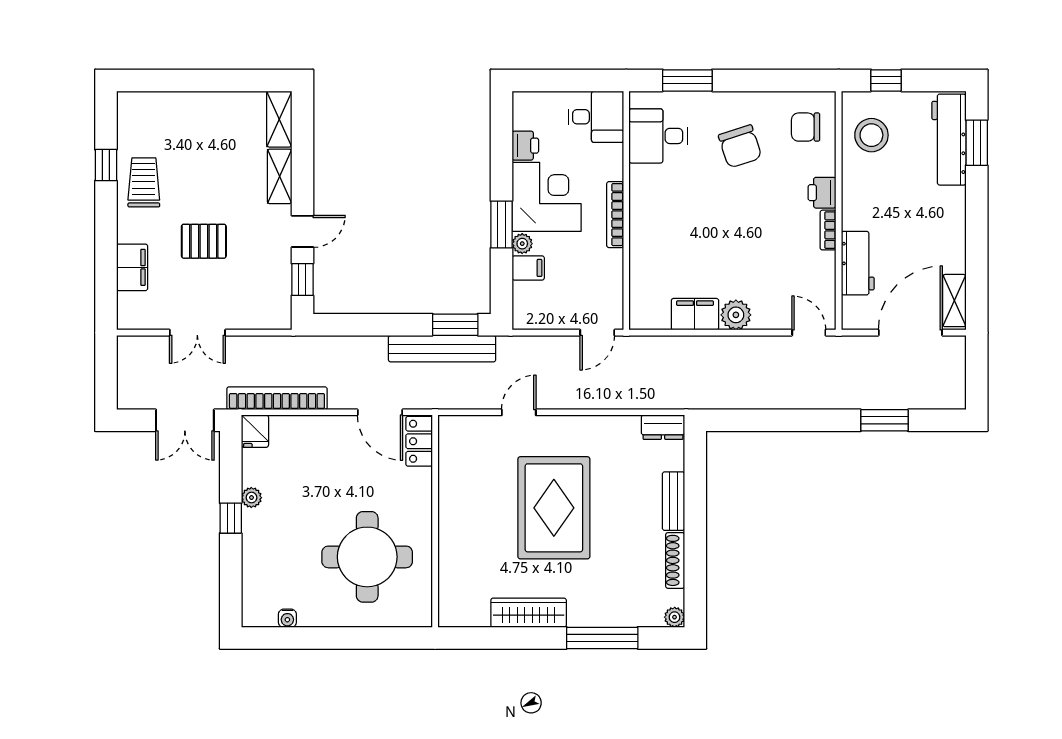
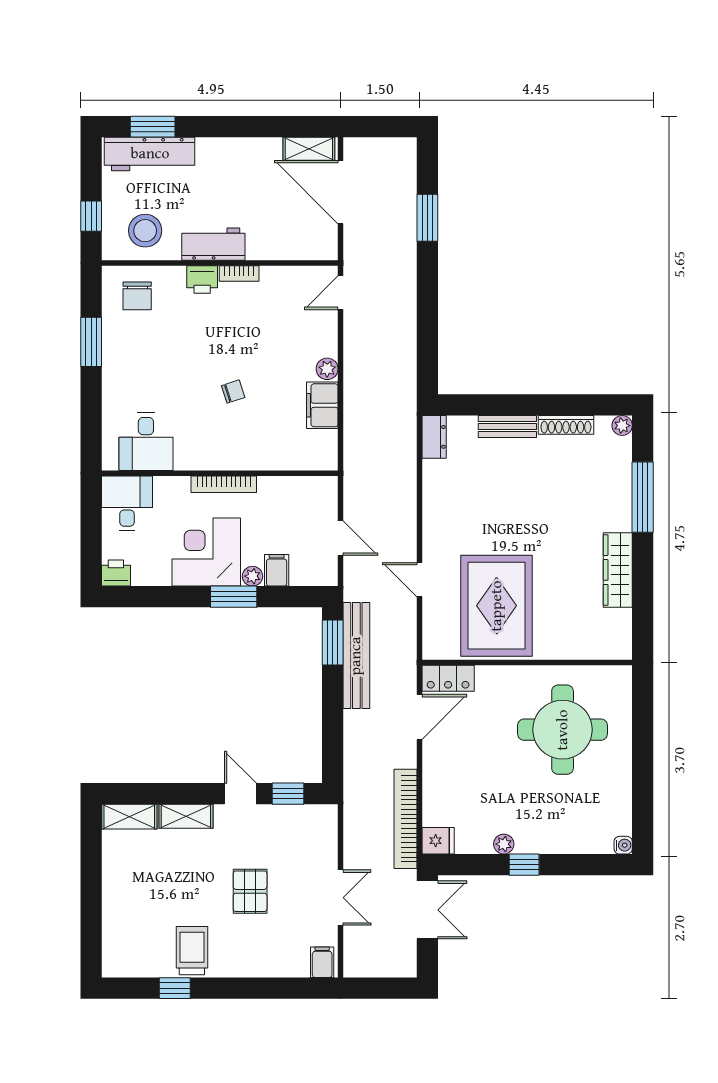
window: (687, 80) -> (91, 342), moved
printer: (525, 146) -> (116, 573), moved
chair: (740, 146) -> (233, 392), moved, width x0.54, depth x0.54
trolley: (144, 182) -> (192, 951), turned 90
workbench: (858, 263) -> (213, 244), moved
filing cabinet: (132, 267) -> (322, 962), moved, width x0.50
plant: (736, 315) -> (327, 369), width x0.73, depth x0.73
door: (597, 333) -> (341, 538), moved
rug: (554, 508) -> (497, 606), moved, turned 90
water cooler: (287, 618) -> (623, 845), moved

